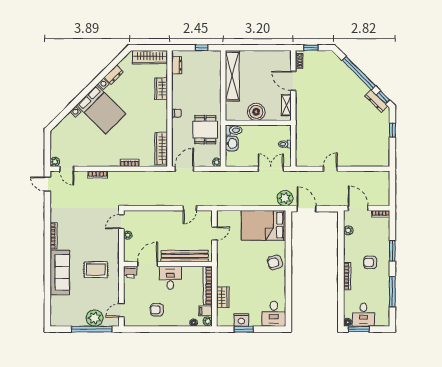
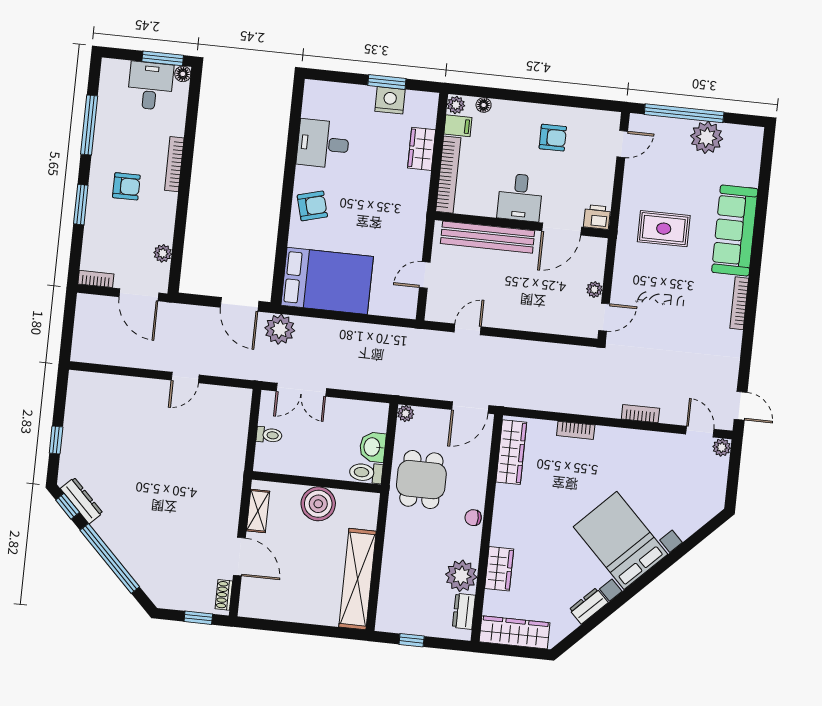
plant: (180, 83) -> (461, 576), added
desk: (274, 314) -> (323, 144), moved, turned -90
plant: (95, 318) -> (707, 137), moved

